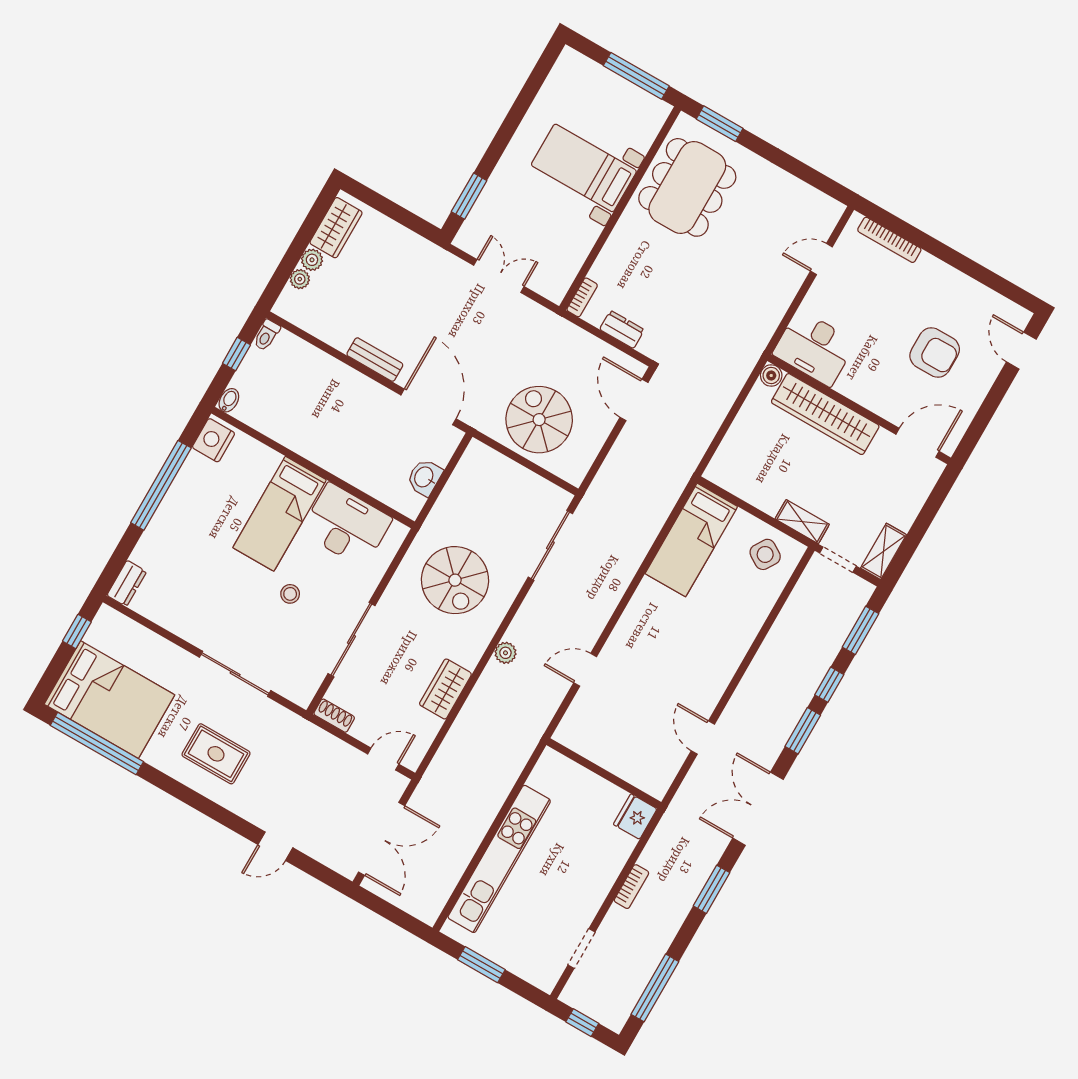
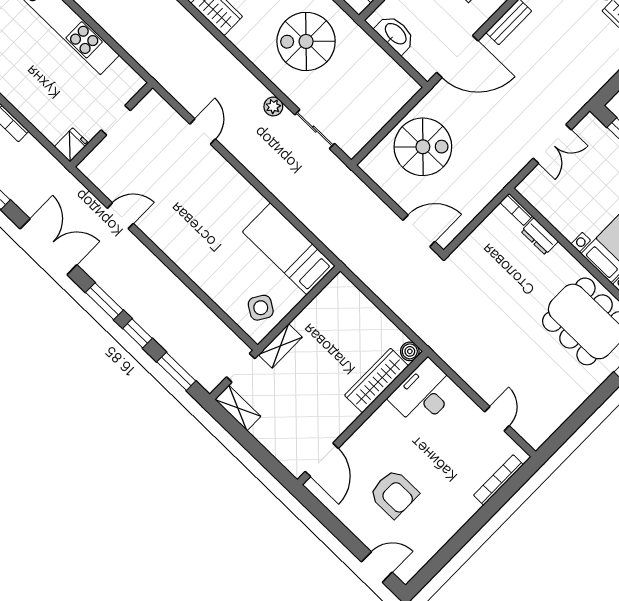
dresser: (622, 329) -> (540, 236), moved, turned 90
armchair: (935, 353) -> (394, 494), turned -90
wardrobe: (825, 414) -> (377, 381), width x0.71, depth x0.85
washbasin: (424, 477) -> (395, 34), width x1.38
sliding door: (550, 545) -> (315, 129), width x0.73
plant: (505, 653) -> (273, 106), moved
doorway: (597, 770) -> (116, 120), added
fridge: (635, 817) -> (71, 145), width x0.72

